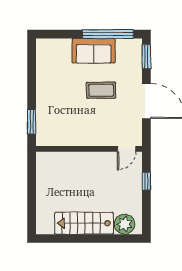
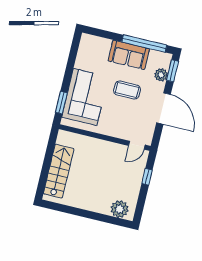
plant: (135, 64) -> (161, 75), added
corner sofa: (56, 109) -> (85, 97), added
stairs: (84, 223) -> (59, 171), moved, turned 90

